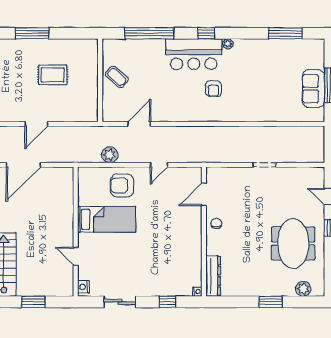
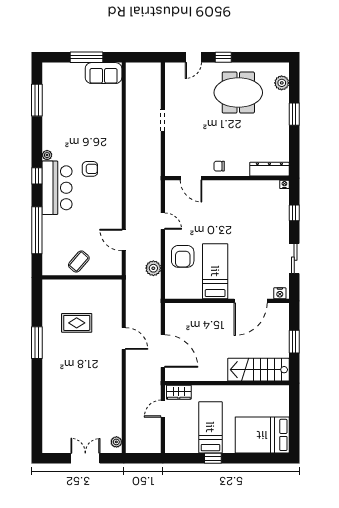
rug: (53, 75) -> (77, 323), turned 90
sofa: (313, 89) -> (104, 73), moved
door: (76, 256) -> (251, 301), width x1.87

